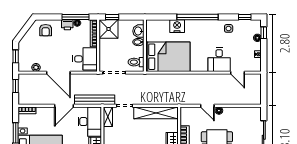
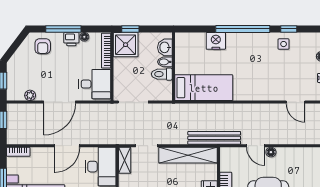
window: (75, 17) -> (63, 29), moved
window: (245, 17) -> (289, 29), moved
bed: (168, 57) -> (204, 88), width x0.67
desk: (219, 60) -> (271, 85), removed
toilet: (136, 62) -> (162, 74), moved
door: (58, 73) -> (60, 102), hinge flipped
bench: (95, 100) -> (214, 138), moved

